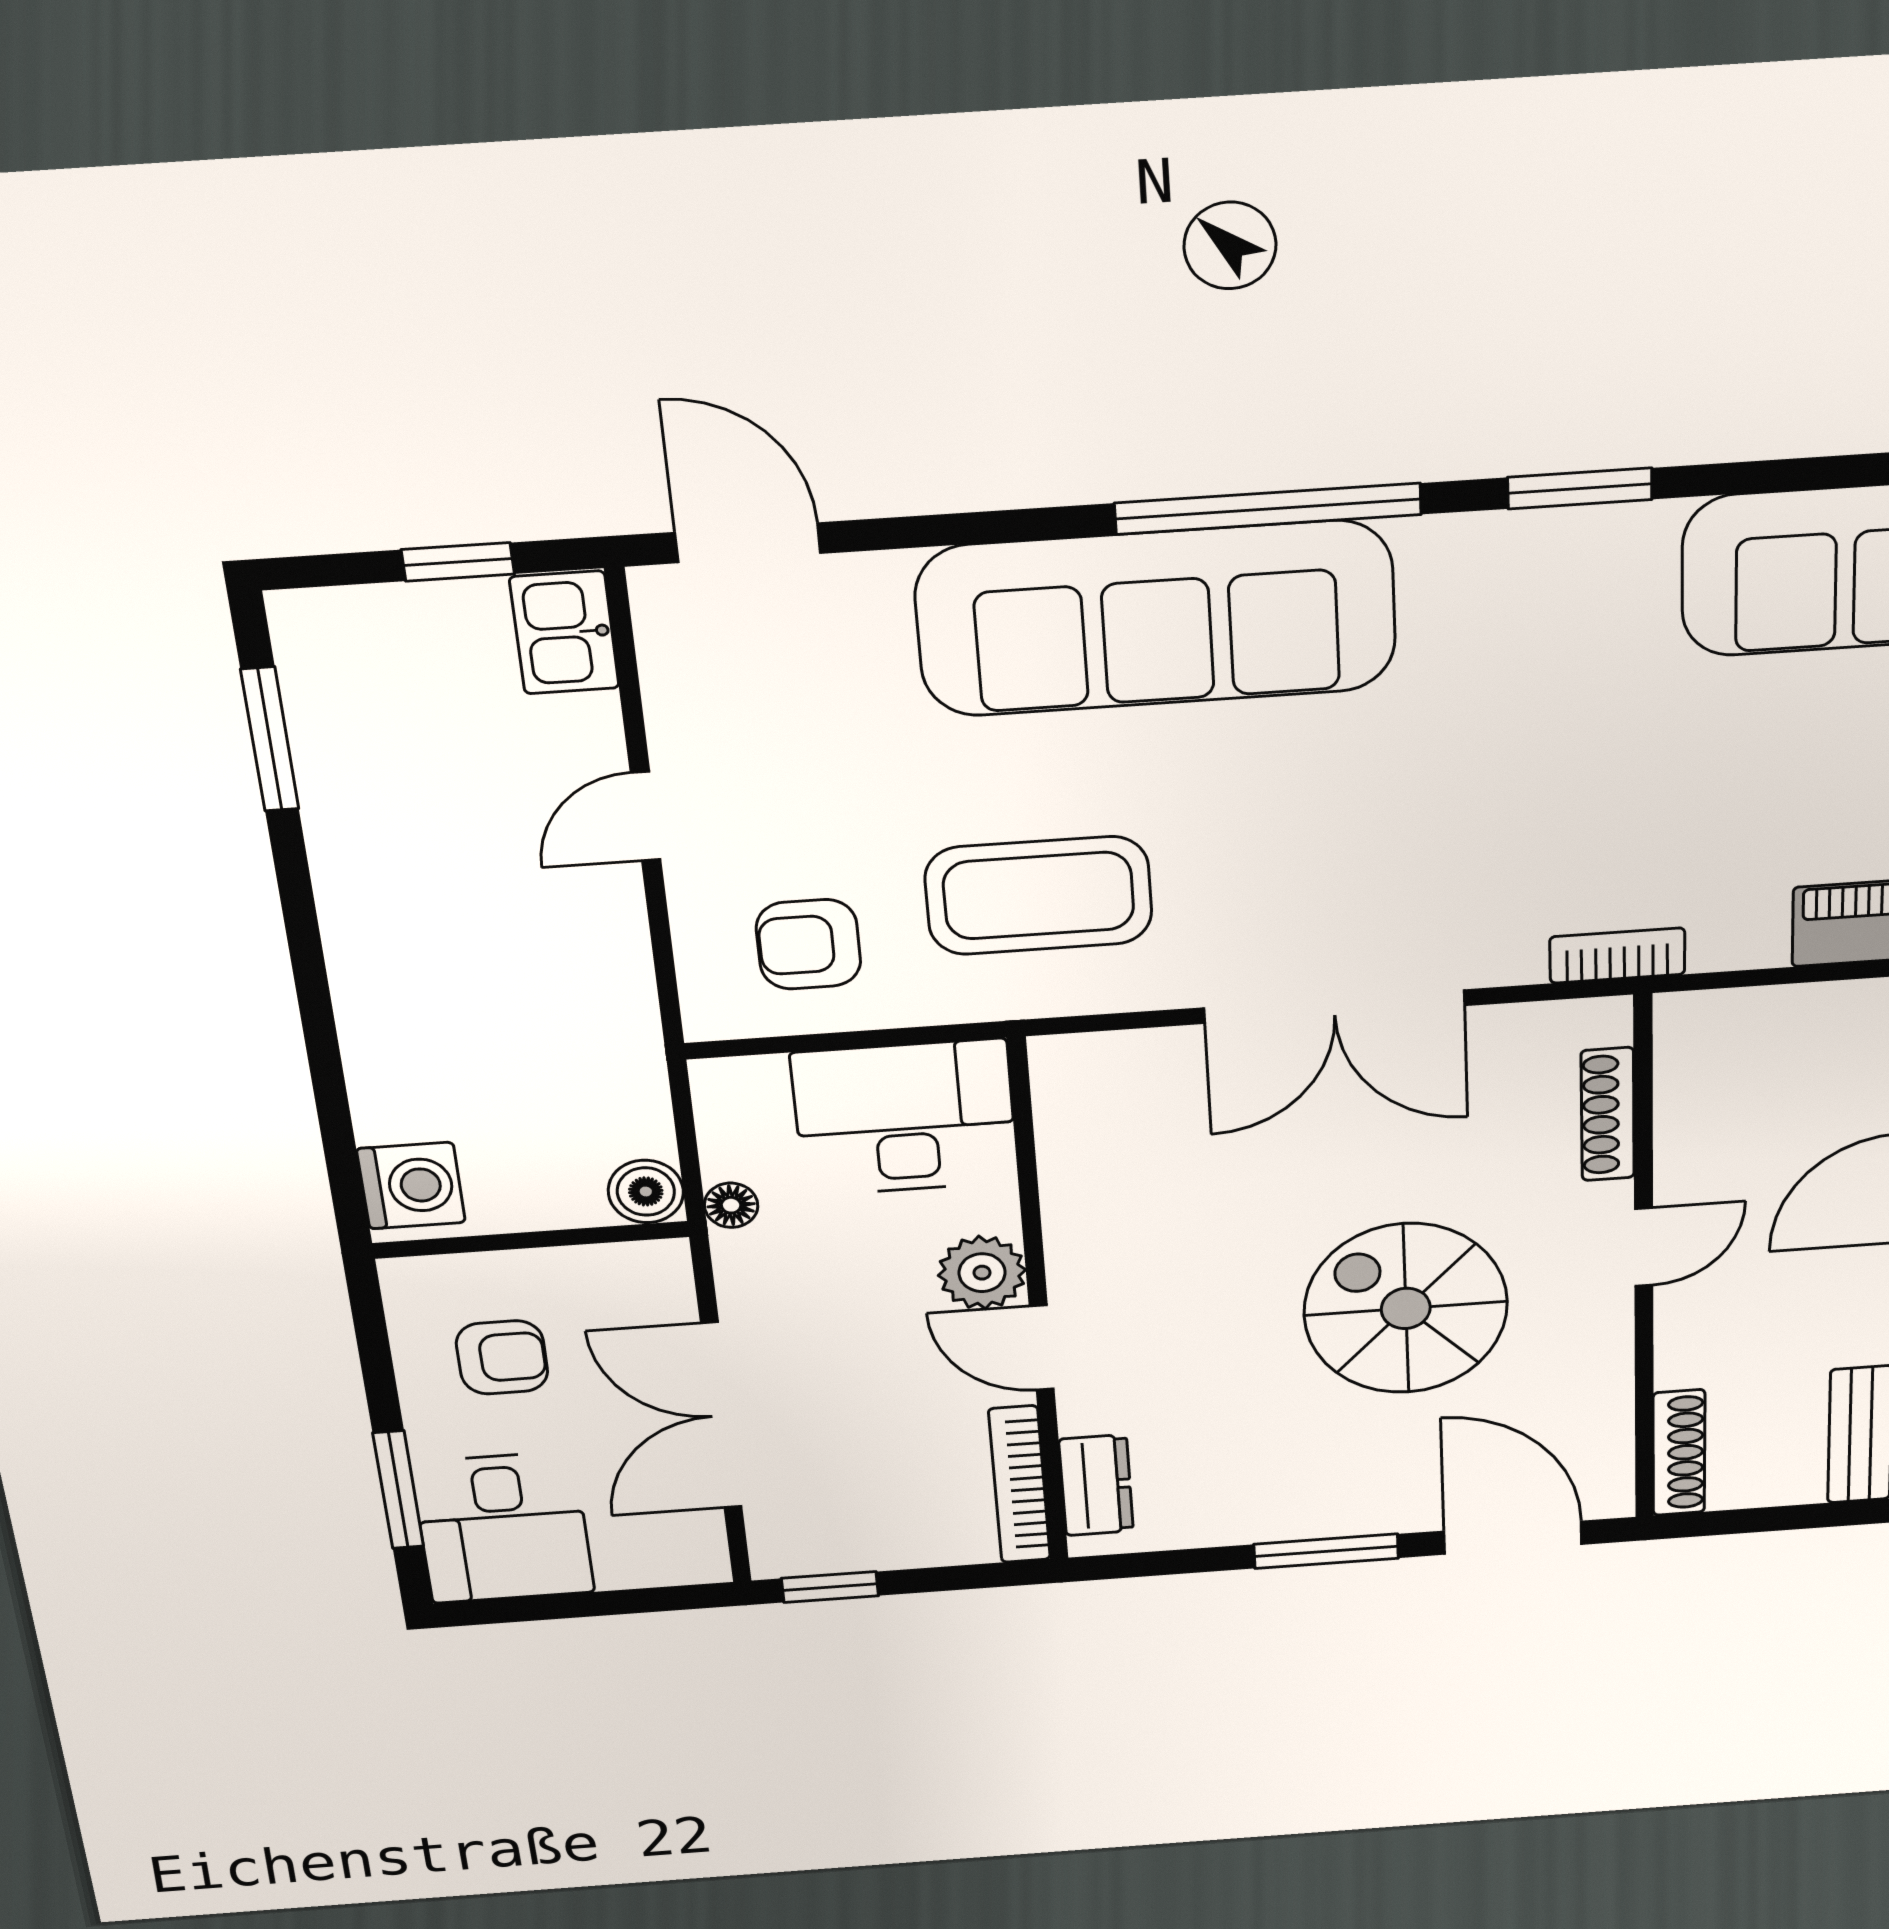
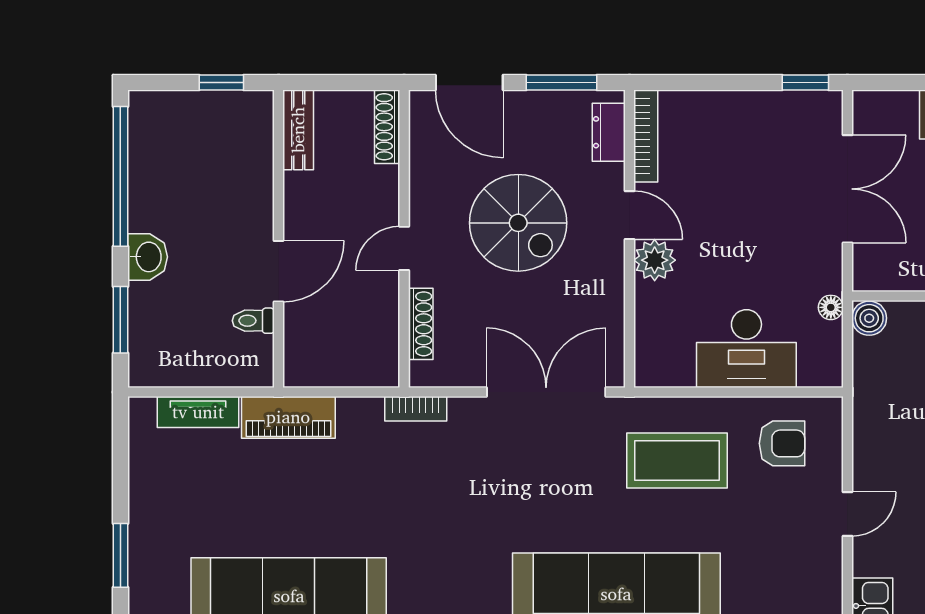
plant: (982, 1273) -> (655, 260), moved
wall: (1038, 1307) -> (630, 239), moved
door: (1042, 1348) -> (630, 215), moved
bookcase: (1019, 1485) -> (646, 136), moved
dresser: (1096, 1485) -> (609, 132), moved

